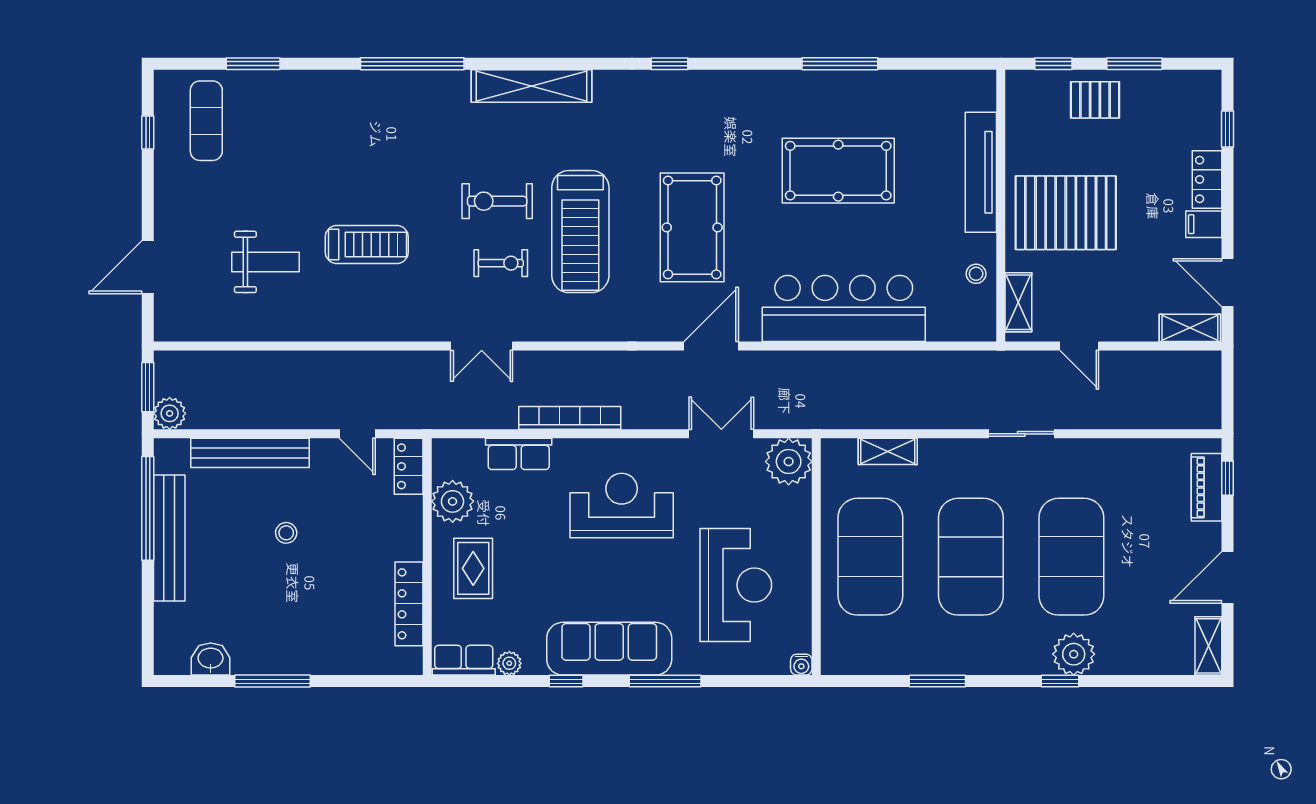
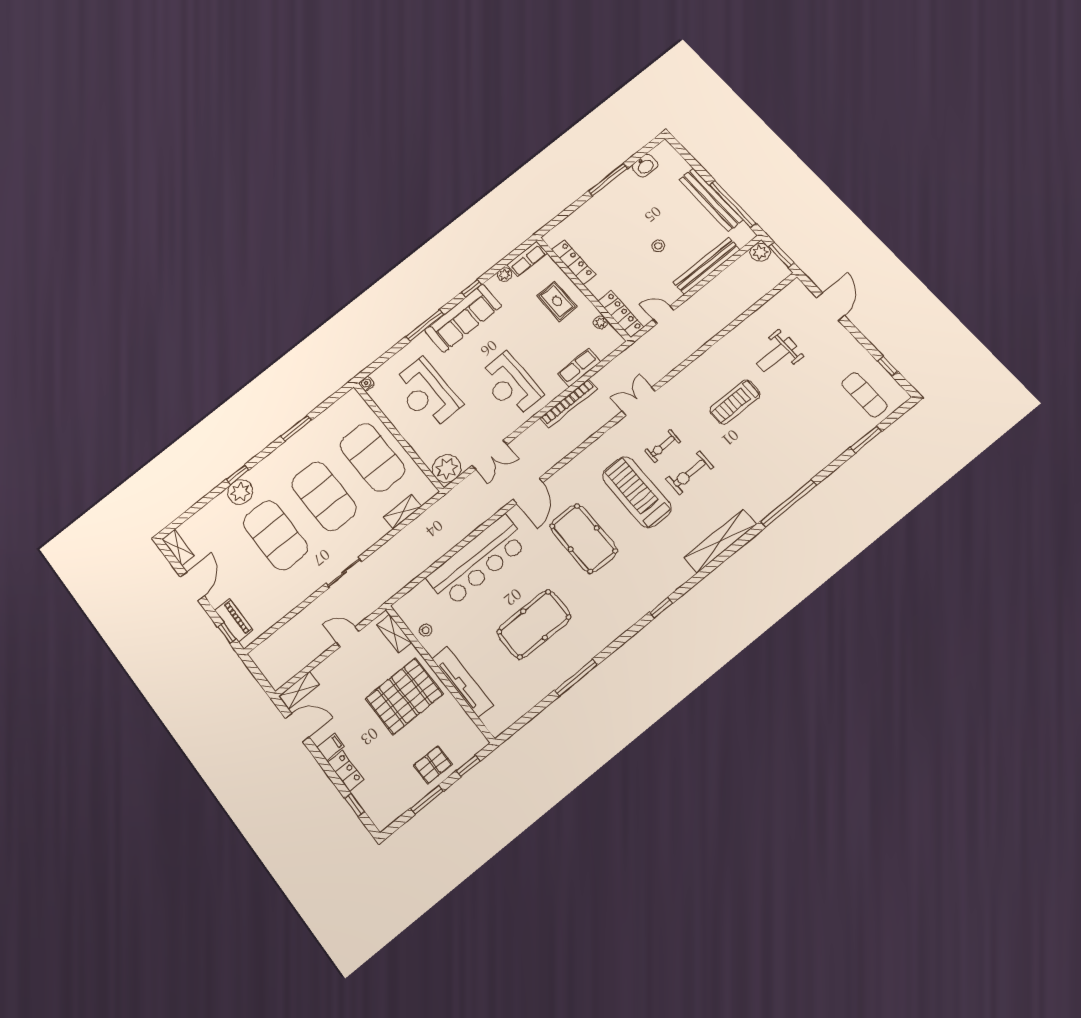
exercise bike: (497, 201) -> (690, 473), turned 180
locker: (409, 466) -> (621, 314), width x1.53
plant: (453, 501) -> (601, 322), width x0.53, depth x0.53
reception desk: (622, 506) -> (510, 385), turned 90

